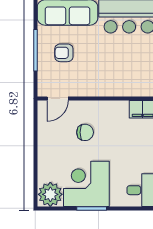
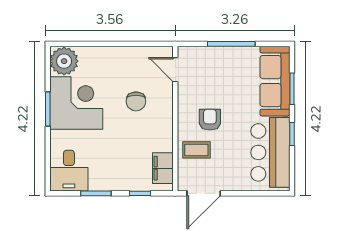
armchair: (64, 53) -> (210, 120), moved
coffee table: (127, 80) -> (196, 150), added

